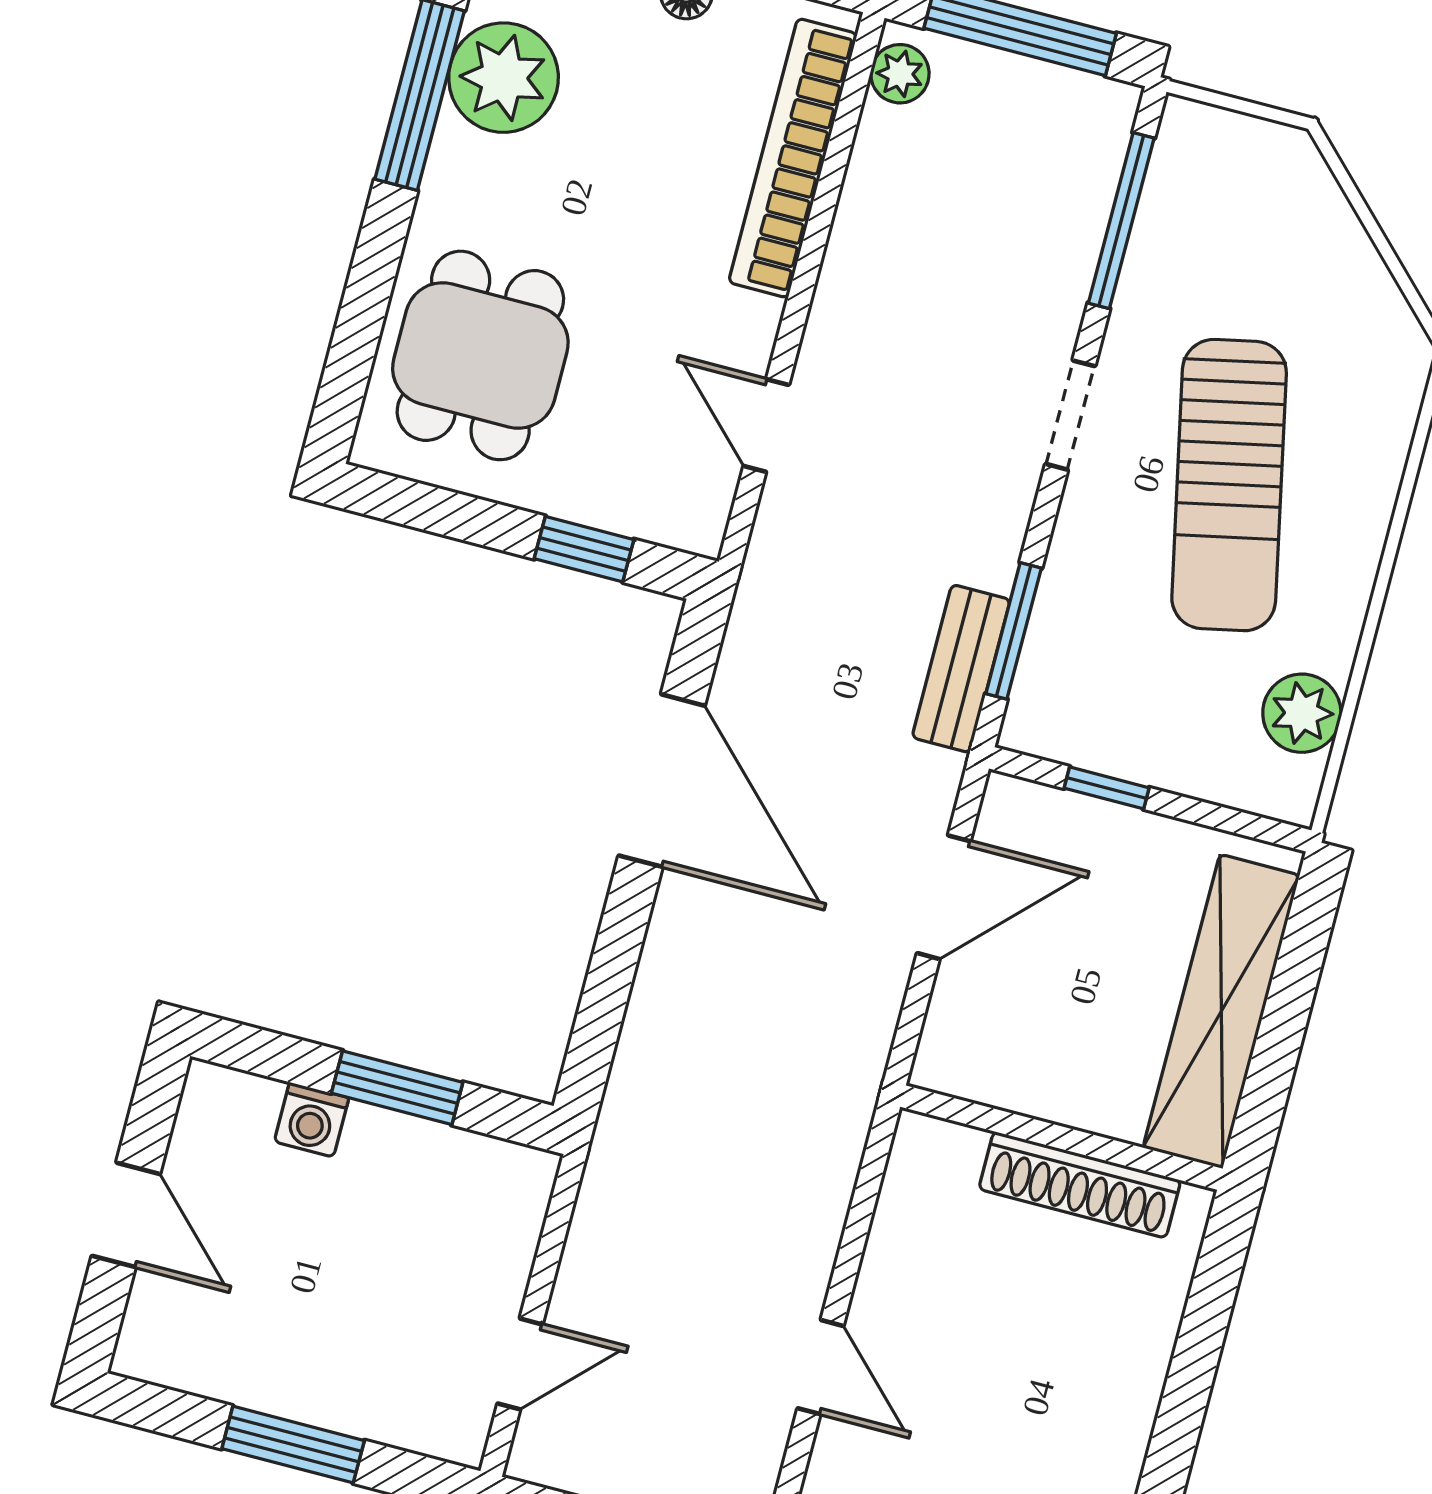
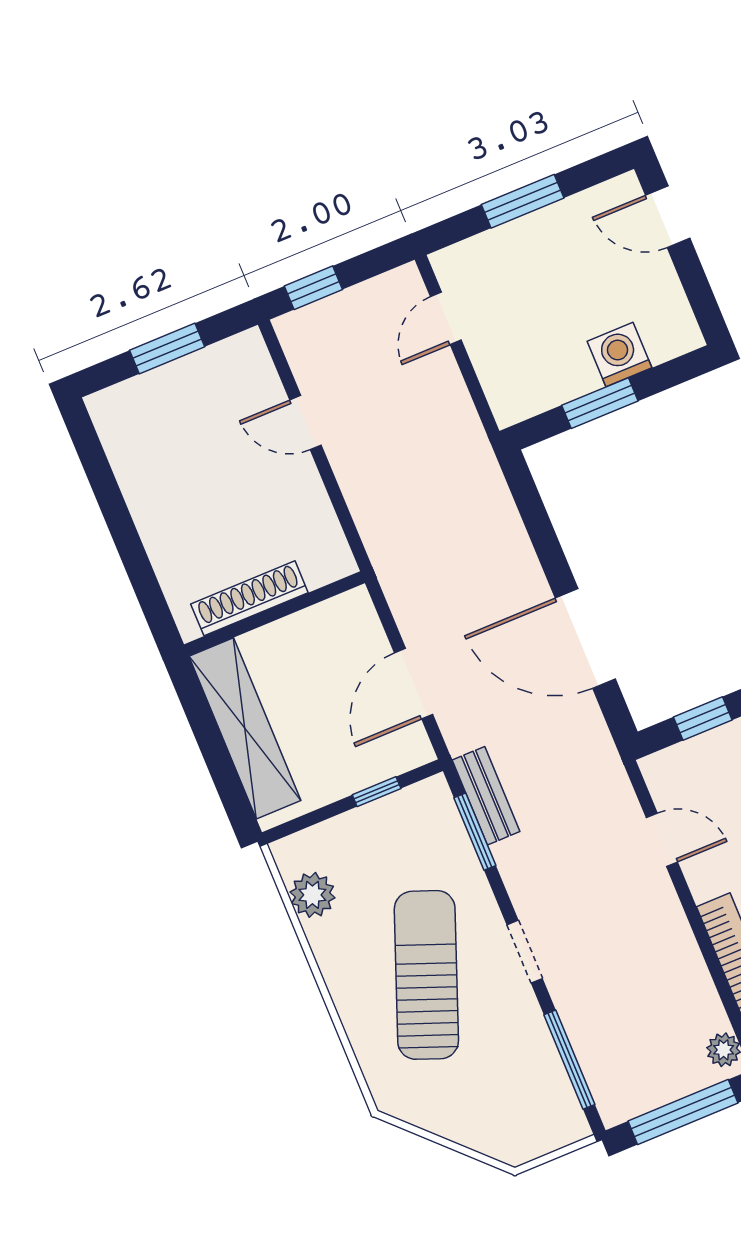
sun lounger: (1229, 485) -> (426, 975), turned 33
washing machine: (311, 1120) -> (619, 355), width x1.38, depth x1.38
door: (126, 1215) -> (668, 217), moved

